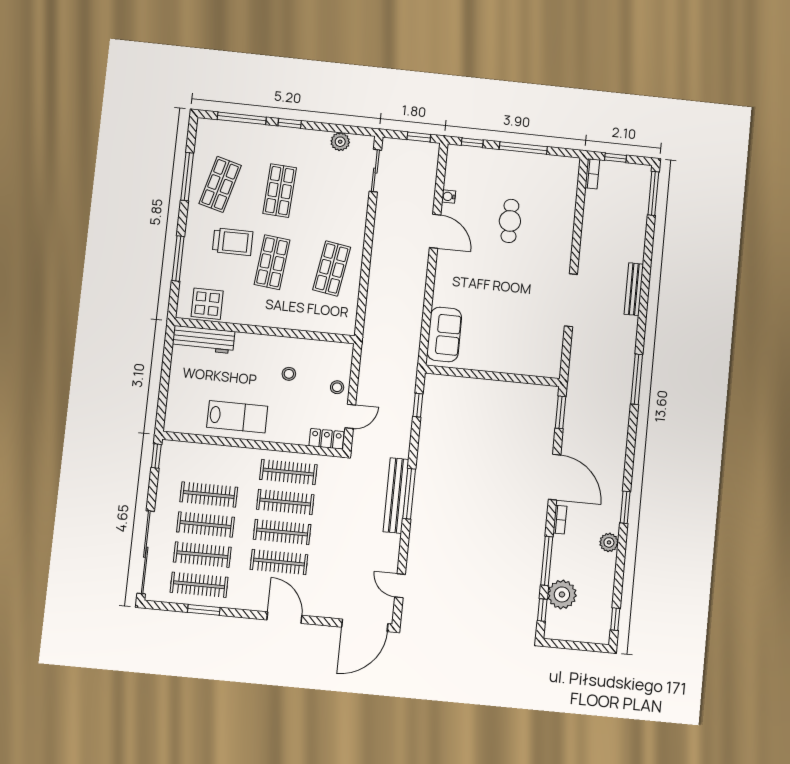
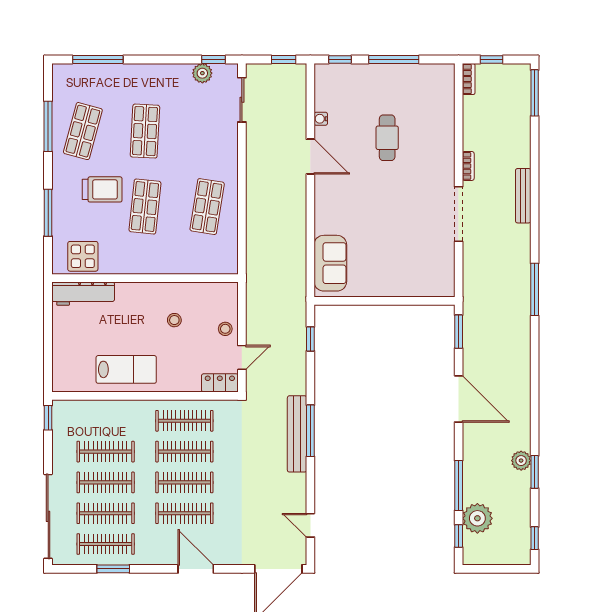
window: (290, 123) -> (214, 60), moved
window: (625, 507) -> (535, 472), moved
bookcase: (560, 520) -> (468, 166), moved

